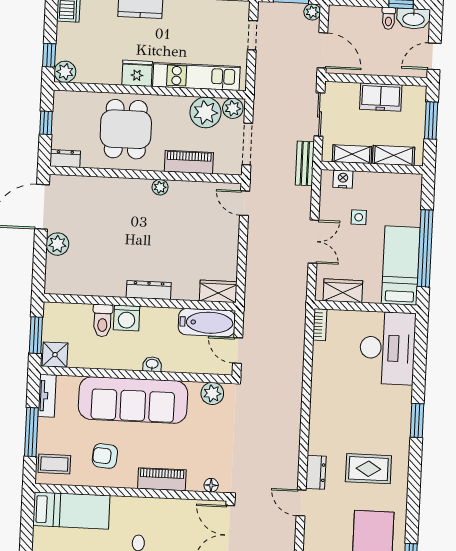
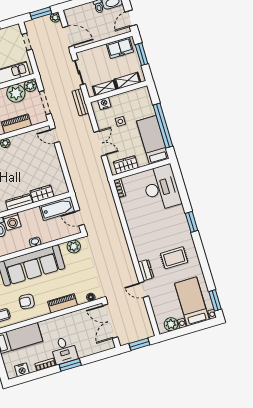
freezer: (381, 97) -> (120, 48), moved
wardrobe: (218, 291) -> (42, 194), moved

